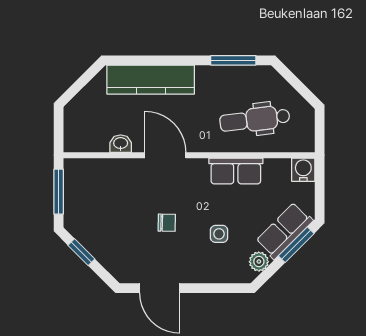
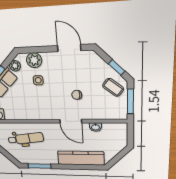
row of seats: (236, 171) -> (33, 113), removed
coffee table: (88, 218) -> (113, 87), added
chair: (167, 223) -> (77, 95), moved
plant: (223, 270) -> (34, 60), added

